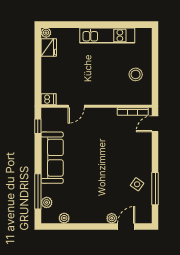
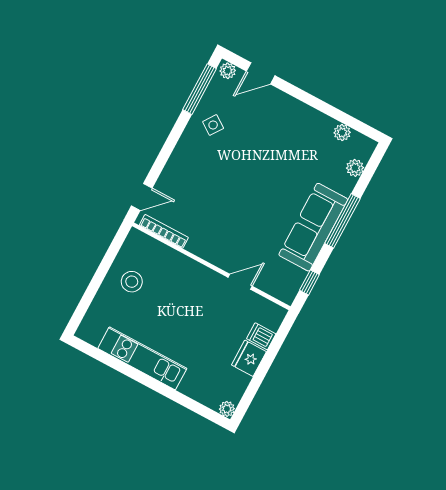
fridge: (49, 47) -> (249, 358), moved
dishwasher: (49, 99) -> (261, 336), moved
window: (155, 189) -> (200, 89), moved
window: (38, 191) -> (342, 221), moved
plant: (112, 218) -> (228, 71), moved

